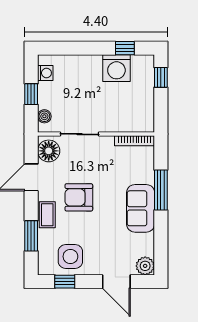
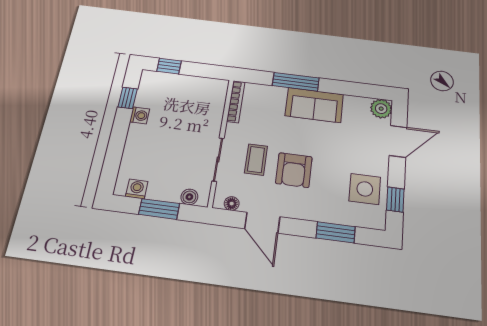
washing machine: (116, 68) -> (140, 115), width x0.53, depth x0.53
window: (31, 94) -> (159, 209), width x1.50
floor lamp: (49, 151) -> (232, 204), width x0.53, depth x0.53
coffee table: (47, 215) -> (256, 160), moved, turned 90

